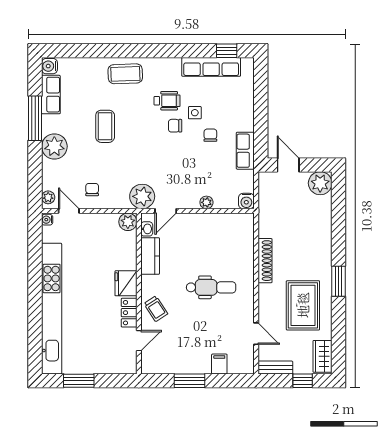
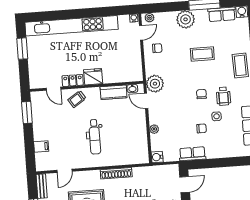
chair: (175, 126) -> (201, 94), moved
plant: (128, 222) -> (136, 75), removed
window: (190, 381) -> (27, 113), moved

